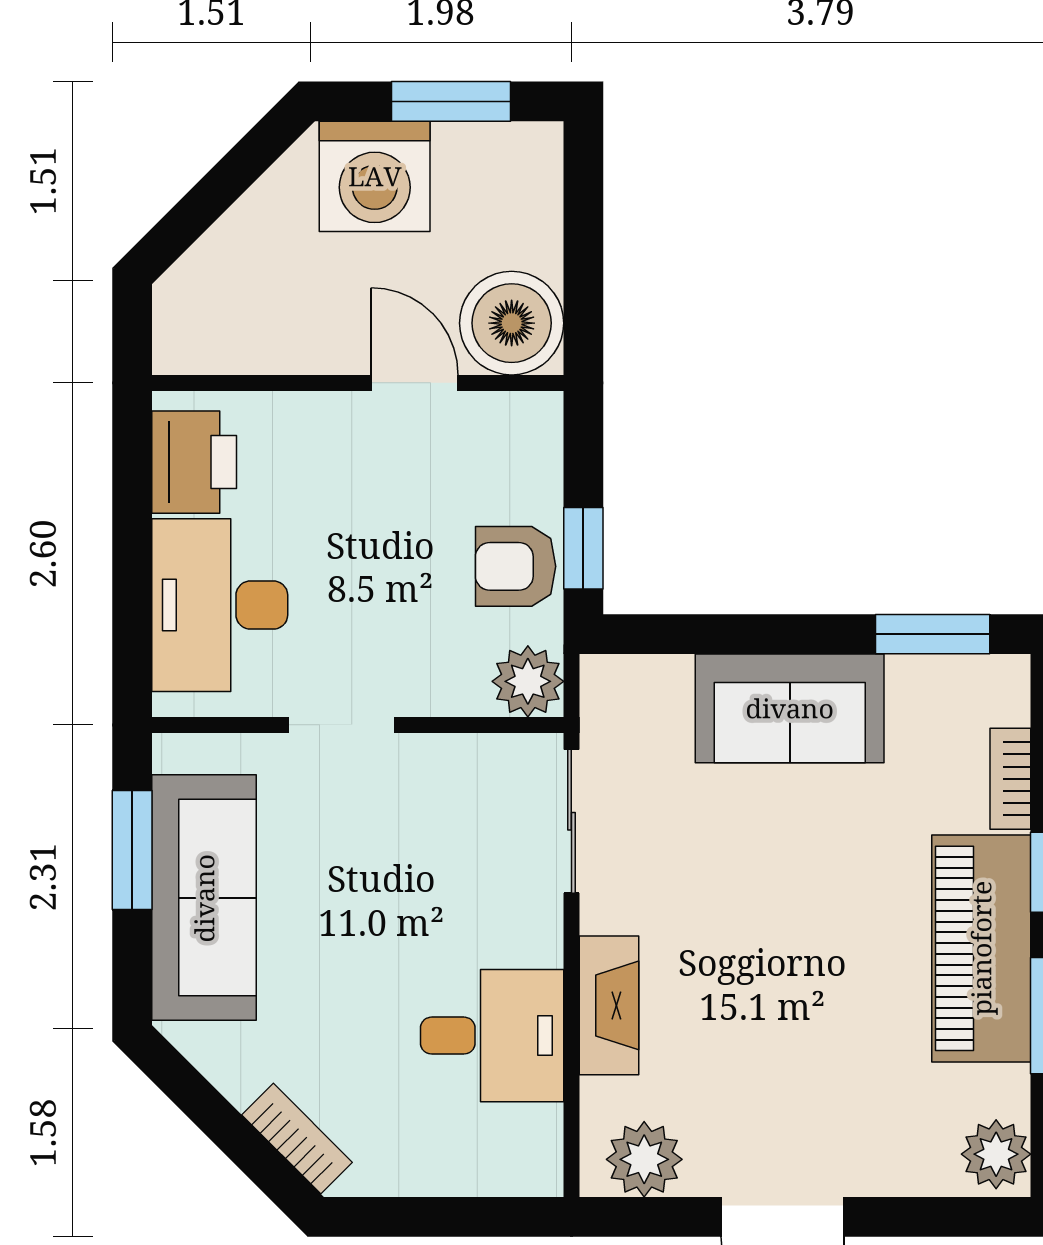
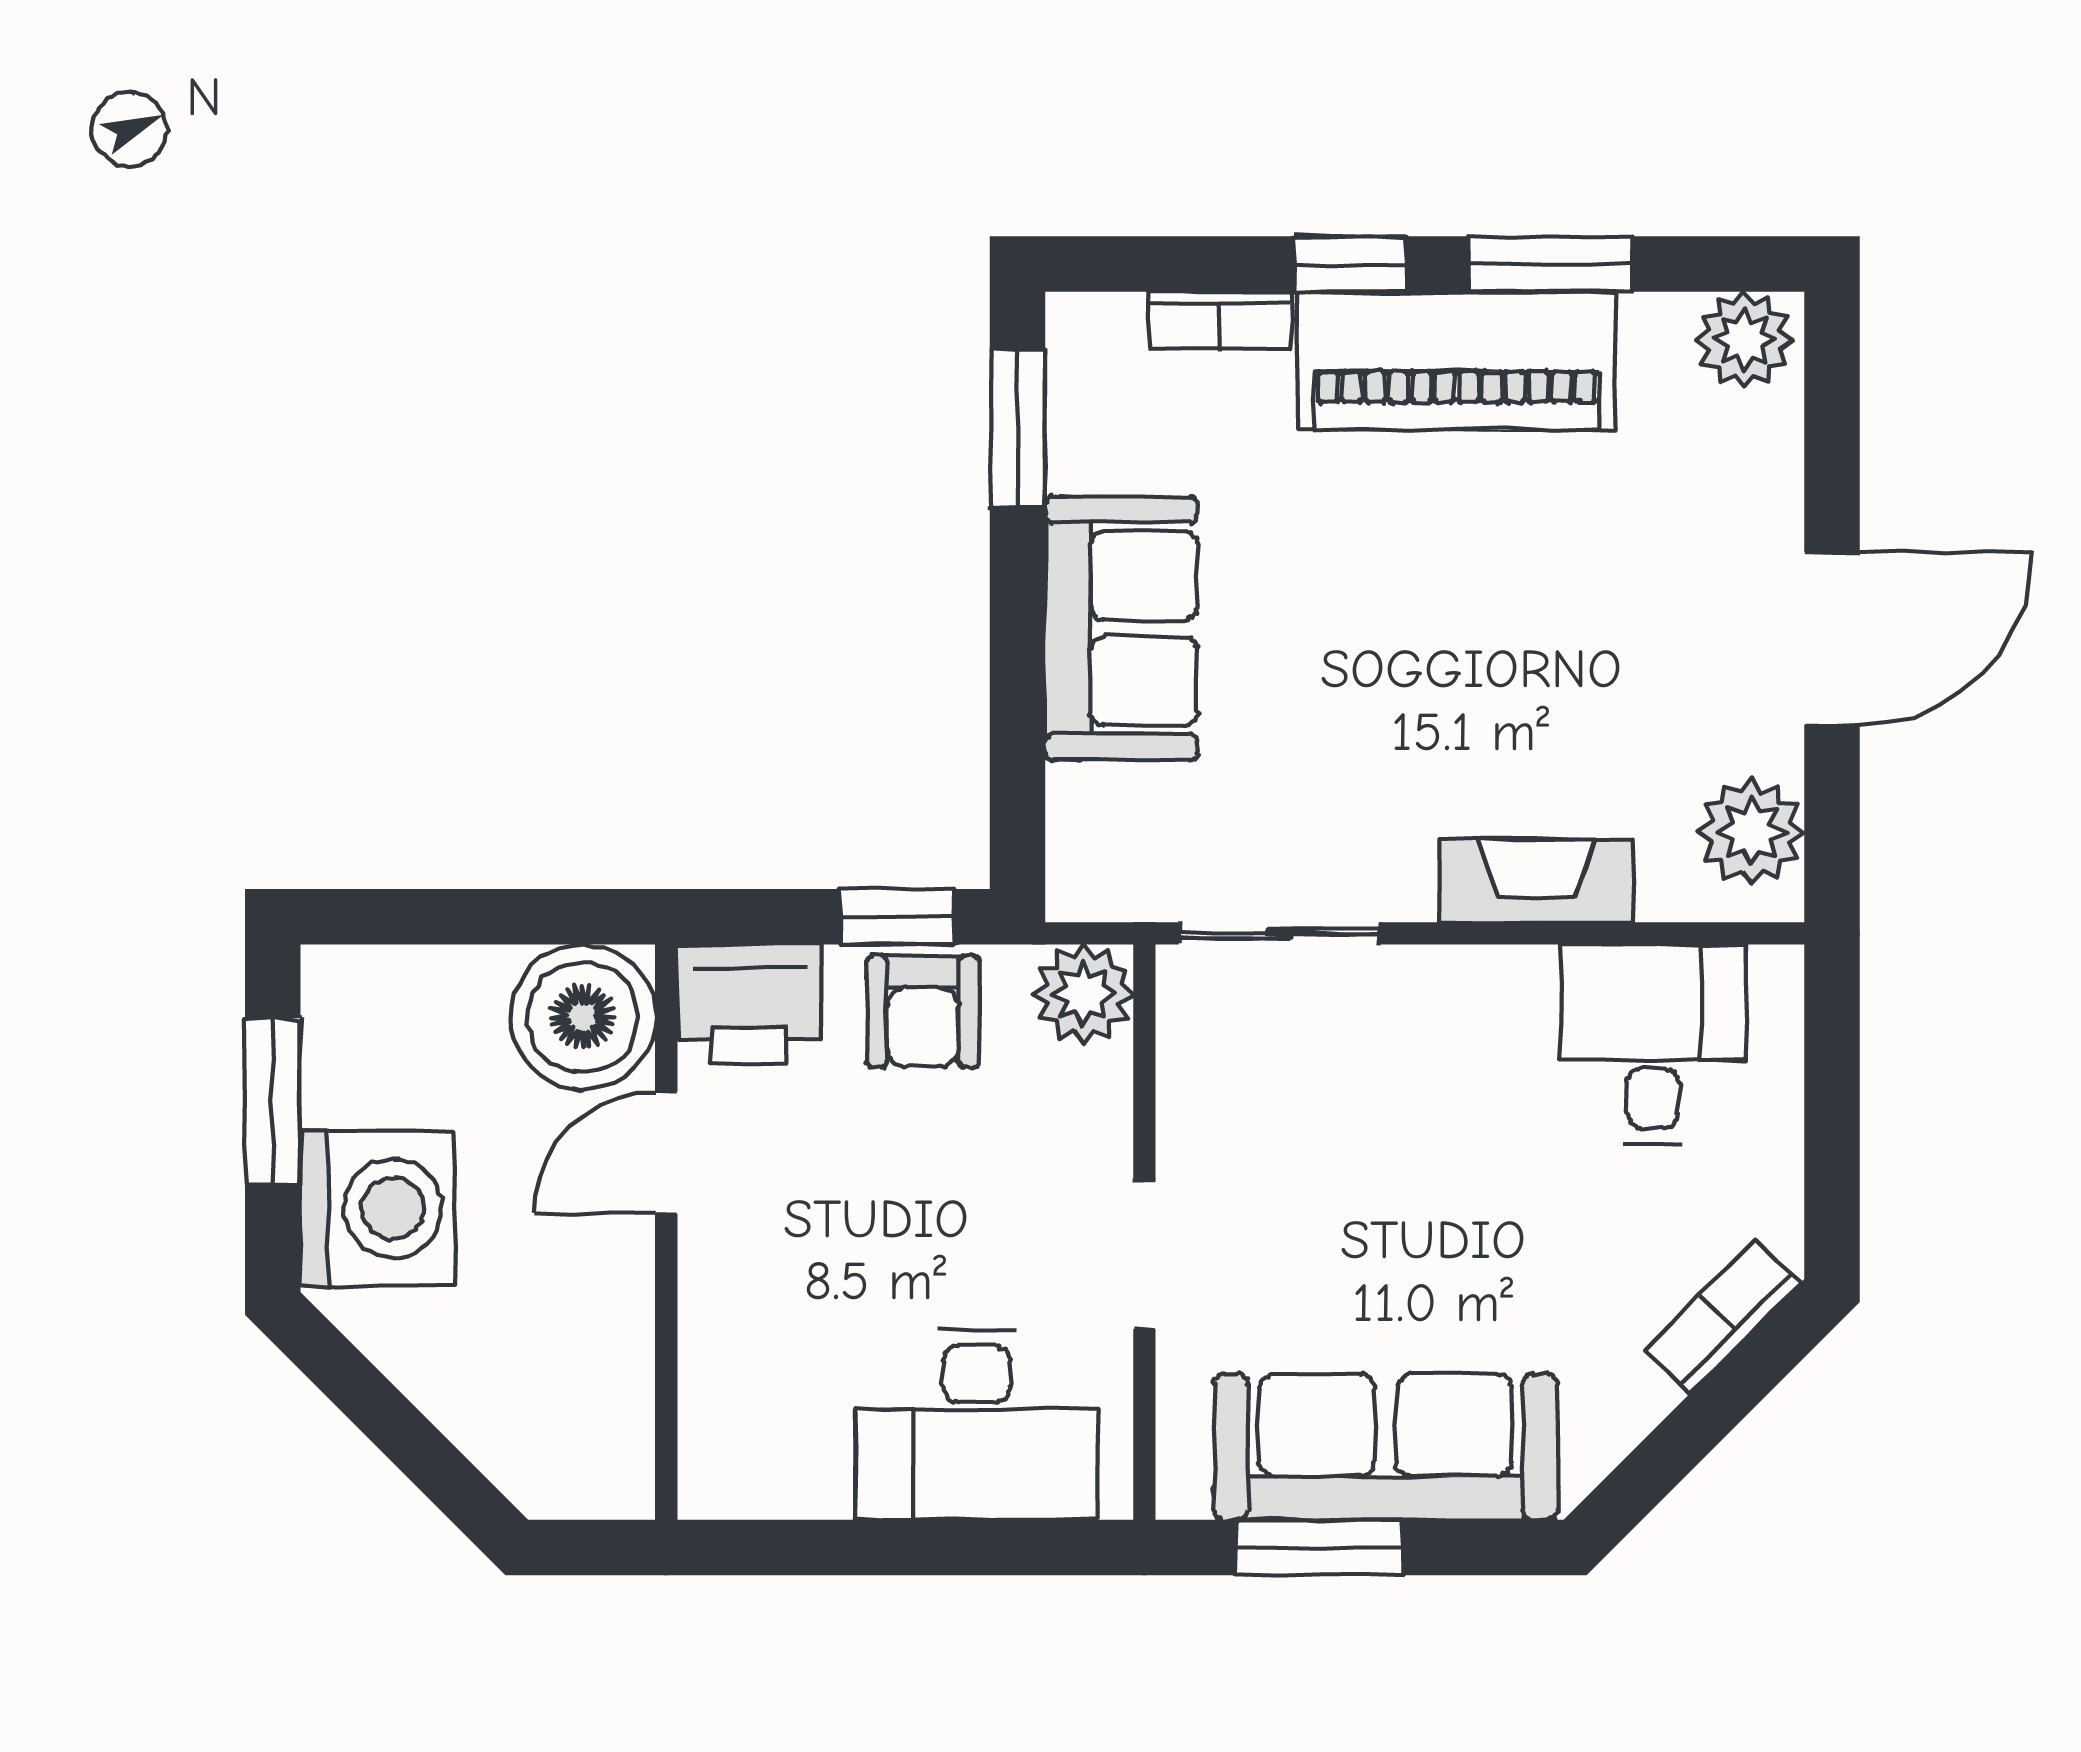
printer: (194, 462) -> (749, 1004), moved, turned 180
desk: (492, 1036) -> (1653, 1044), moved

